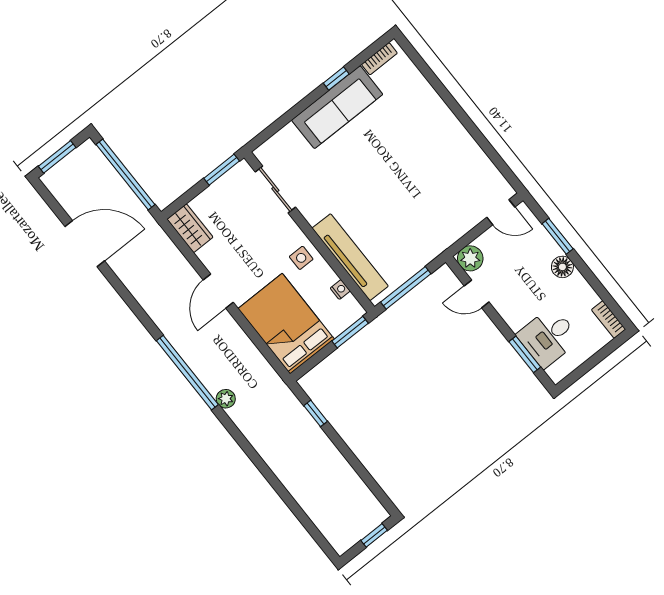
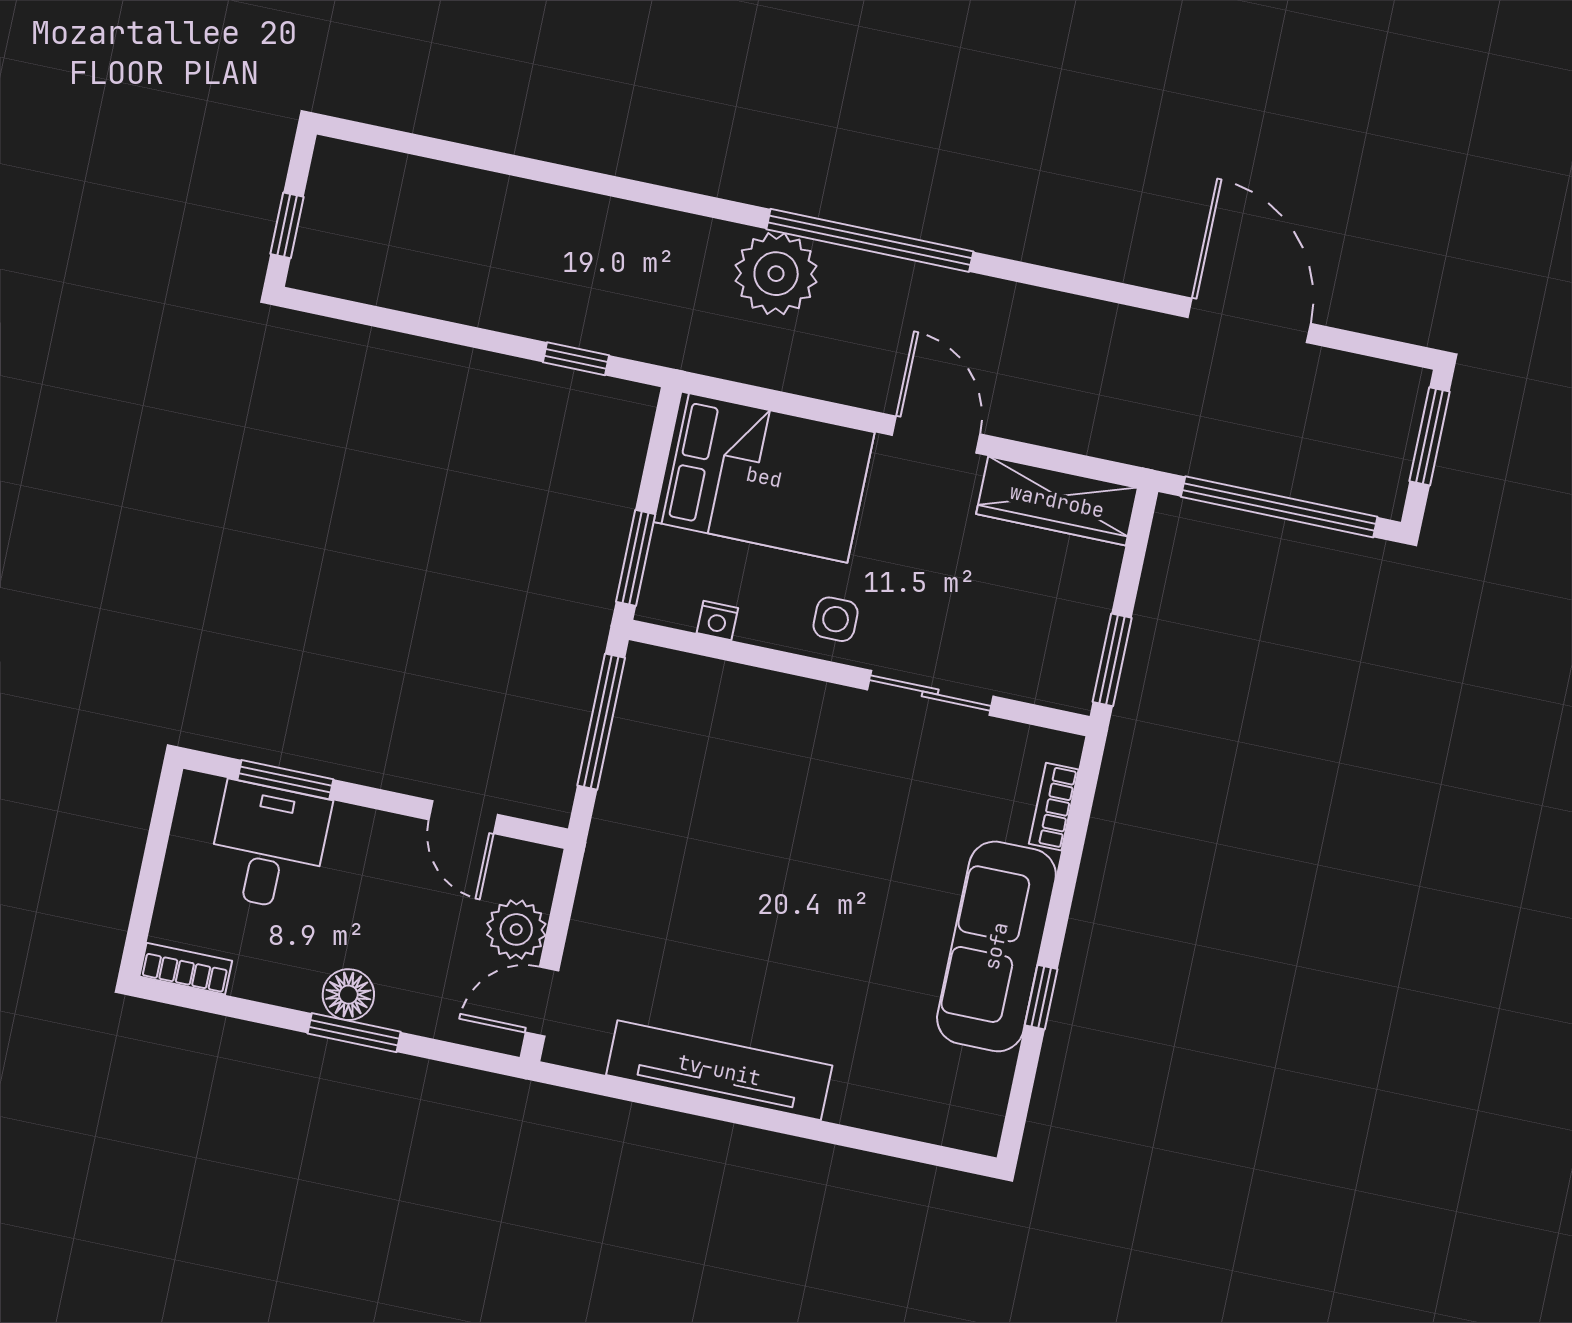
bookcase: (379, 59) -> (1054, 807), moved
sliding door: (275, 189) -> (930, 693), moved
wardrobe: (190, 228) -> (1057, 501), width x1.50
window: (558, 236) -> (354, 1033), moved
door: (85, 244) -> (1249, 320), swing flipped
tv unit: (350, 257) -> (719, 1070), moved, turned 180
plant: (470, 258) -> (516, 929), moved
door: (477, 294) -> (463, 817), swing flipped
plant: (226, 399) -> (776, 274), width x1.87, depth x1.87

